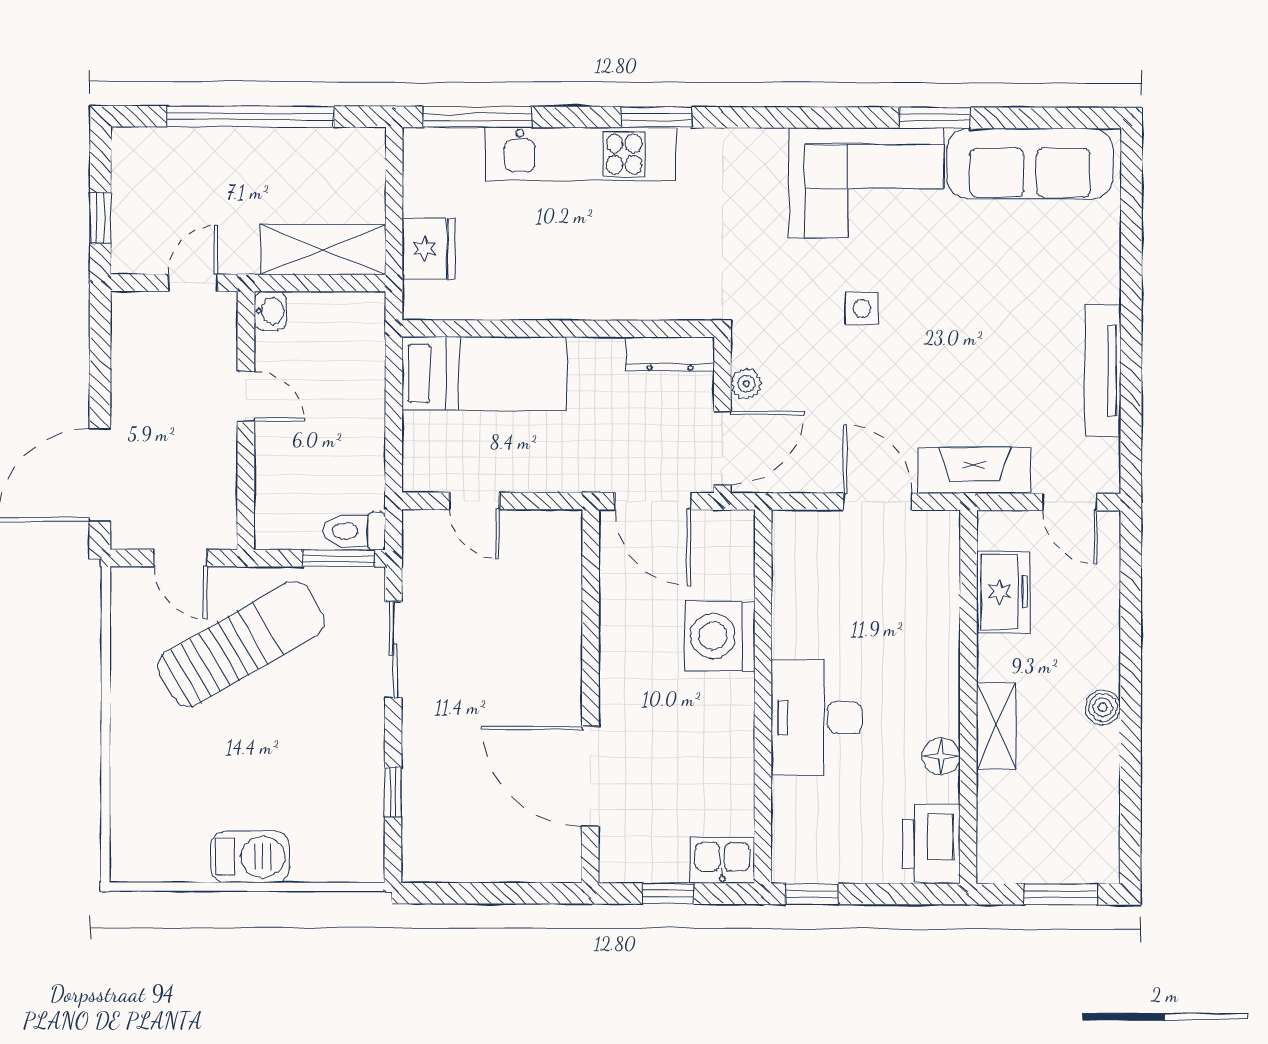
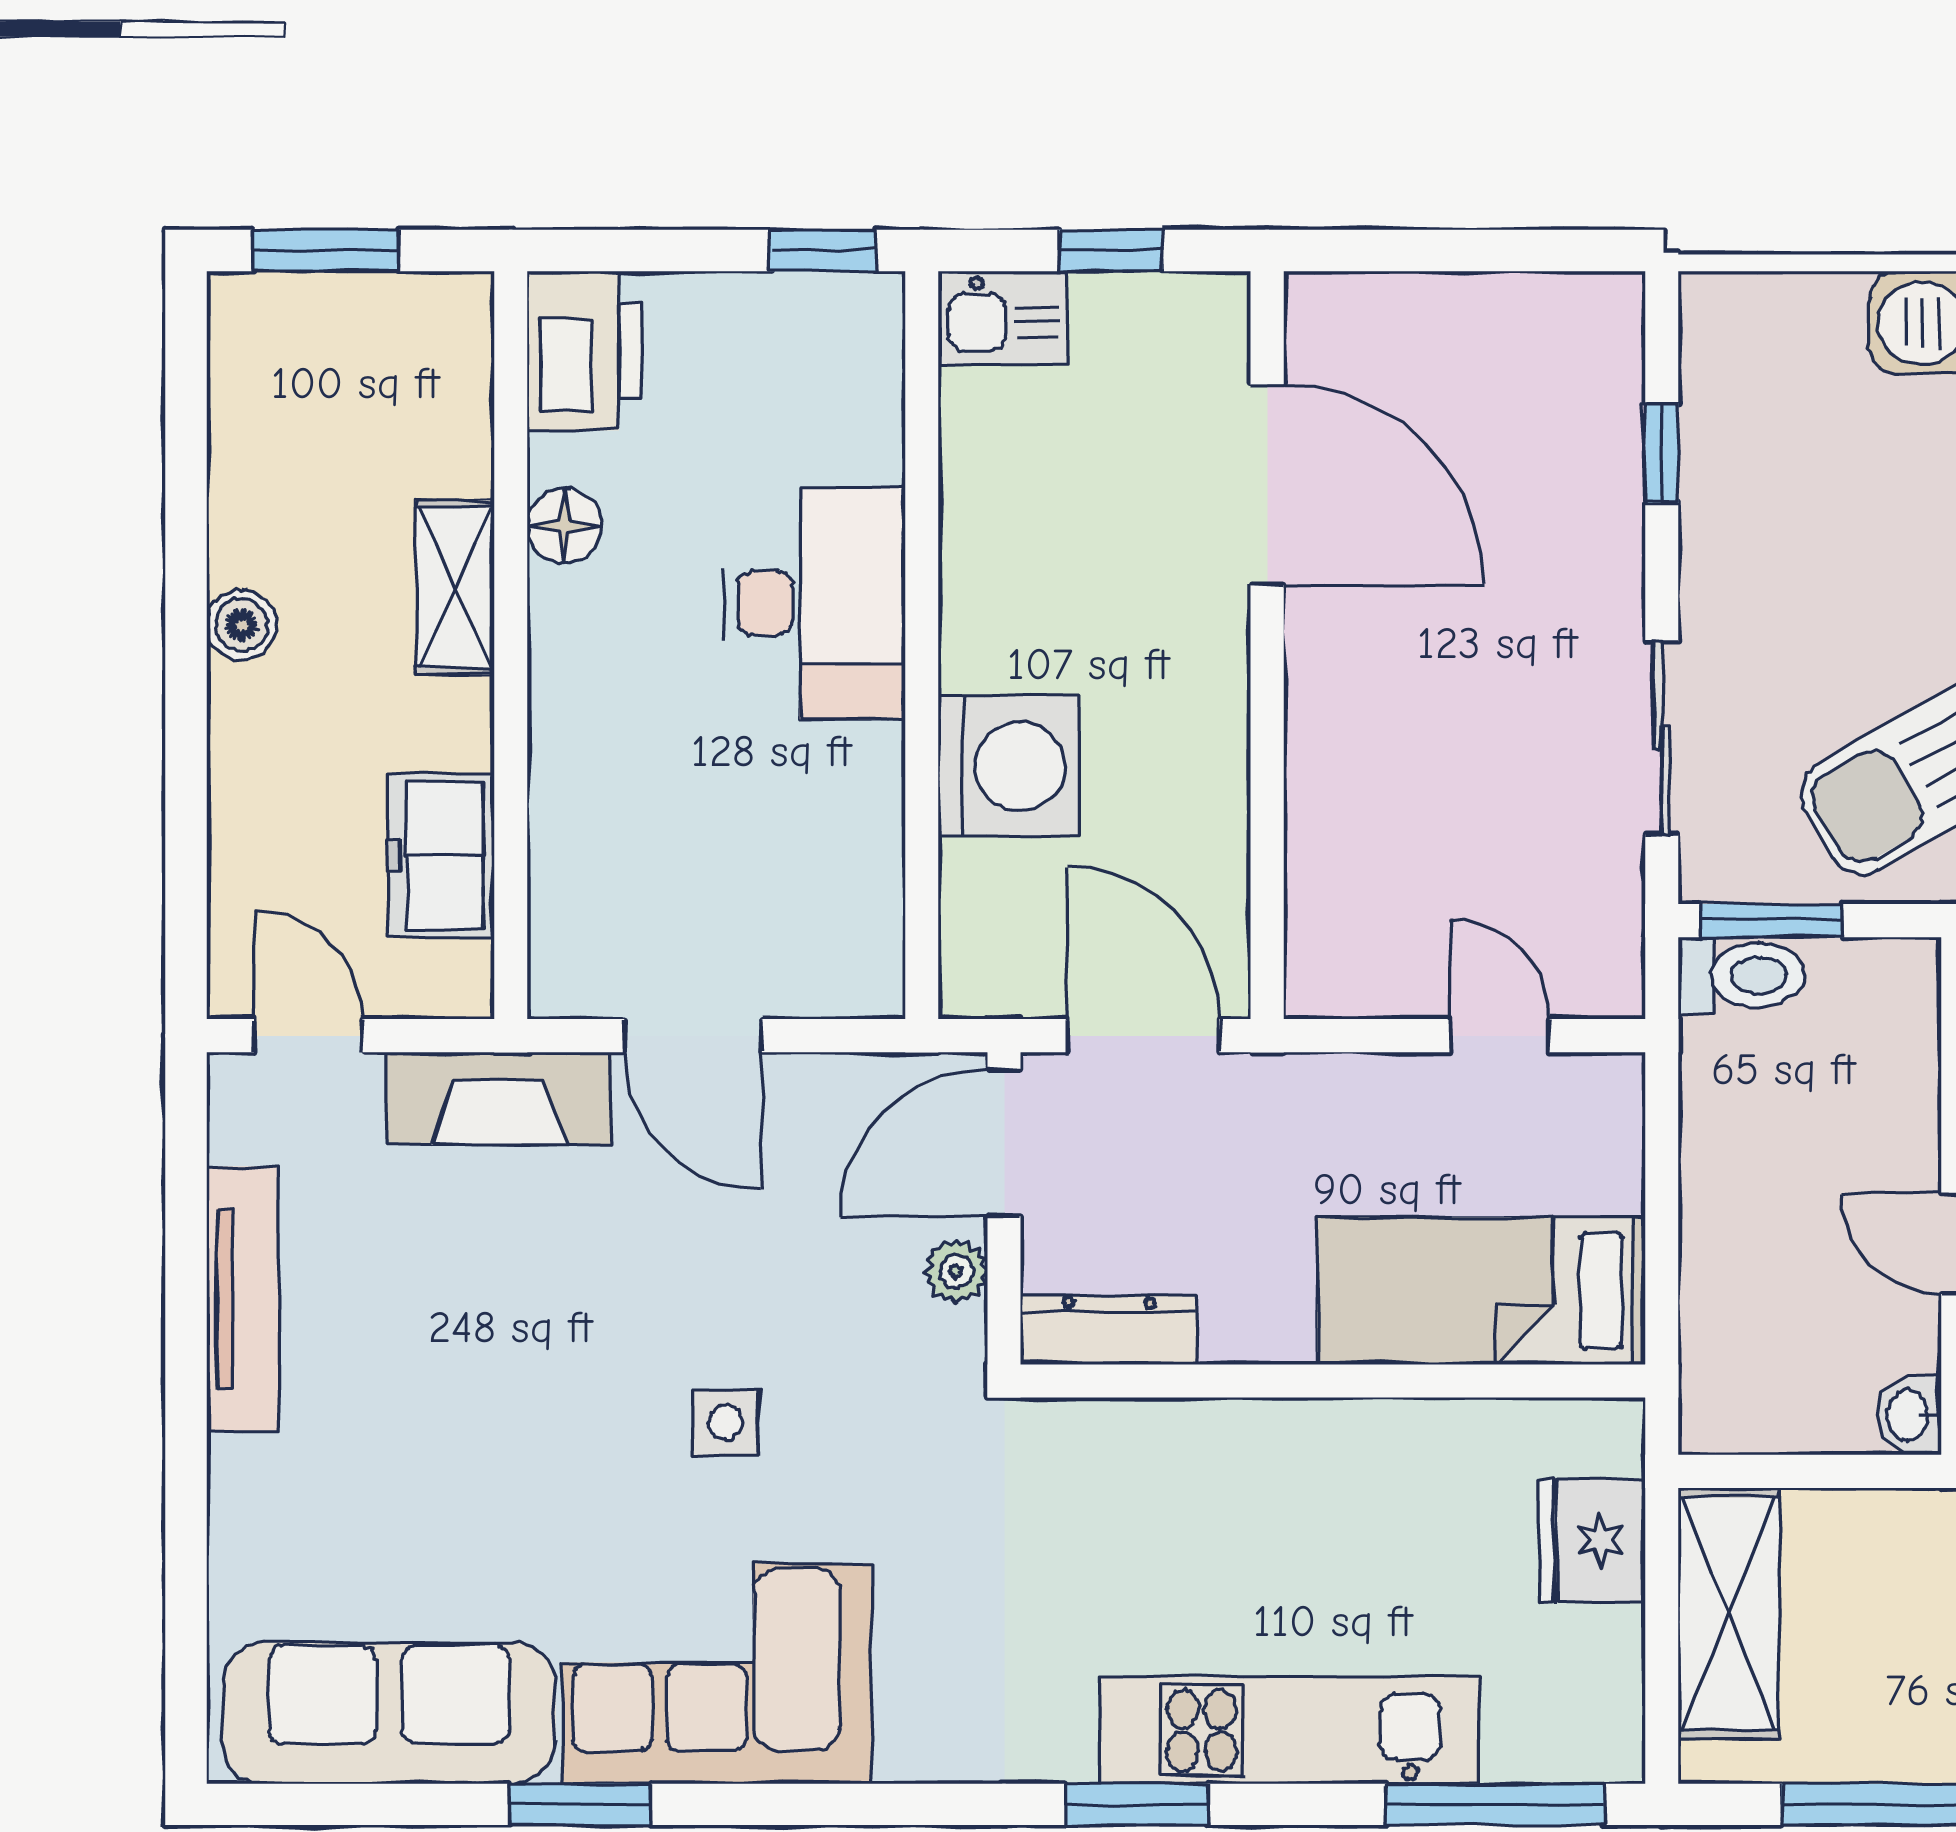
shelving: (323, 250) -> (1728, 1614), moved, turned 90

